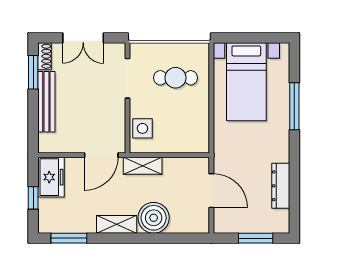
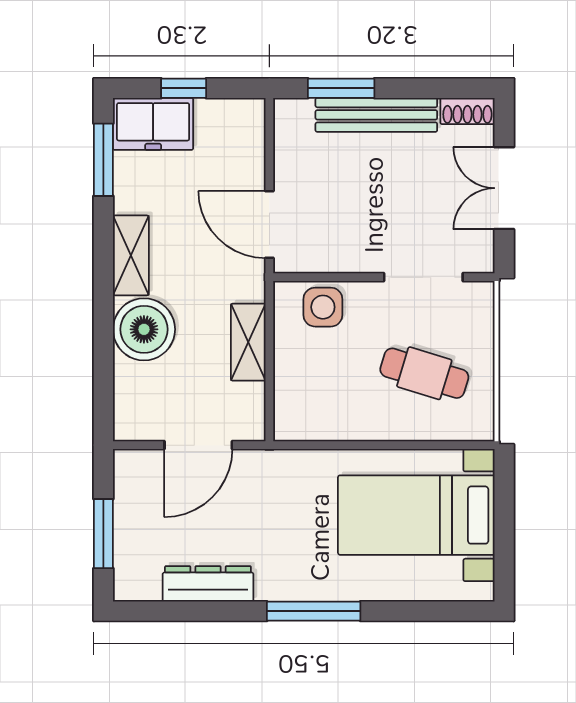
window: (33, 72) -> (341, 88), moved
cafe table: (175, 78) -> (424, 373), turned -73
window: (294, 106) -> (314, 611), moved
shelving: (143, 166) -> (248, 342), moved
freezer: (51, 177) -> (153, 124), moved

